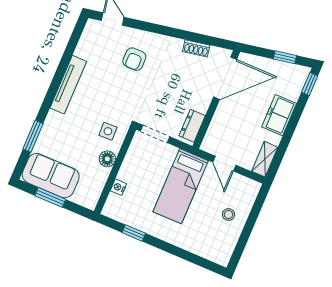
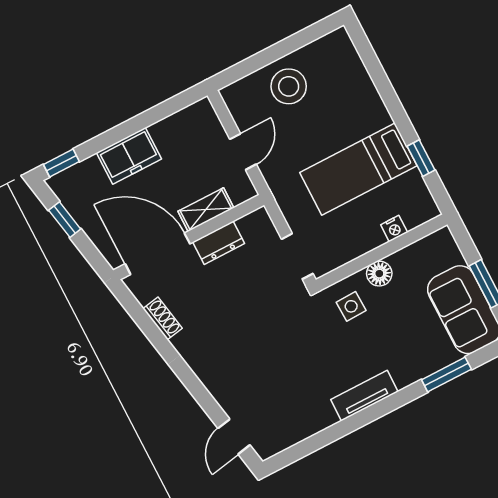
armchair: (134, 59) -> (248, 367), removed
tv unit: (68, 85) -> (364, 396), width x0.71
dresser: (192, 126) -> (219, 243), moved
shelving: (265, 159) -> (206, 210), moved
bed: (181, 186) -> (358, 169), moved, turned 180
stool: (228, 215) -> (289, 86), width x1.89, depth x1.89

